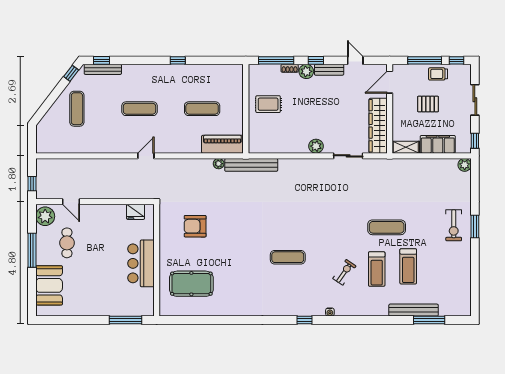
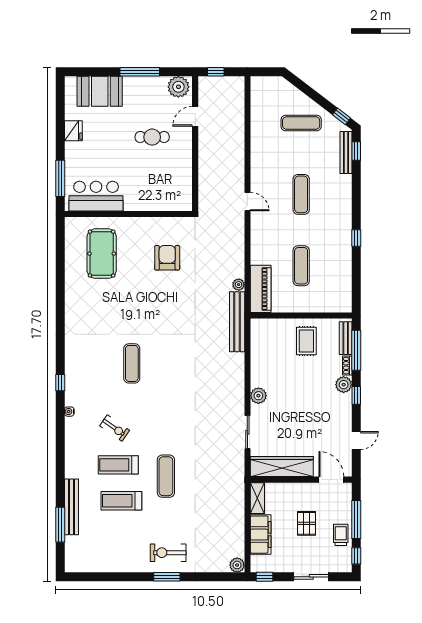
bench: (329, 70) -> (346, 338), moved
fridge: (136, 212) -> (73, 131), moved, turned 180
cafe table: (67, 243) -> (152, 137), moved
bar counter: (141, 263) -> (96, 196), moved

